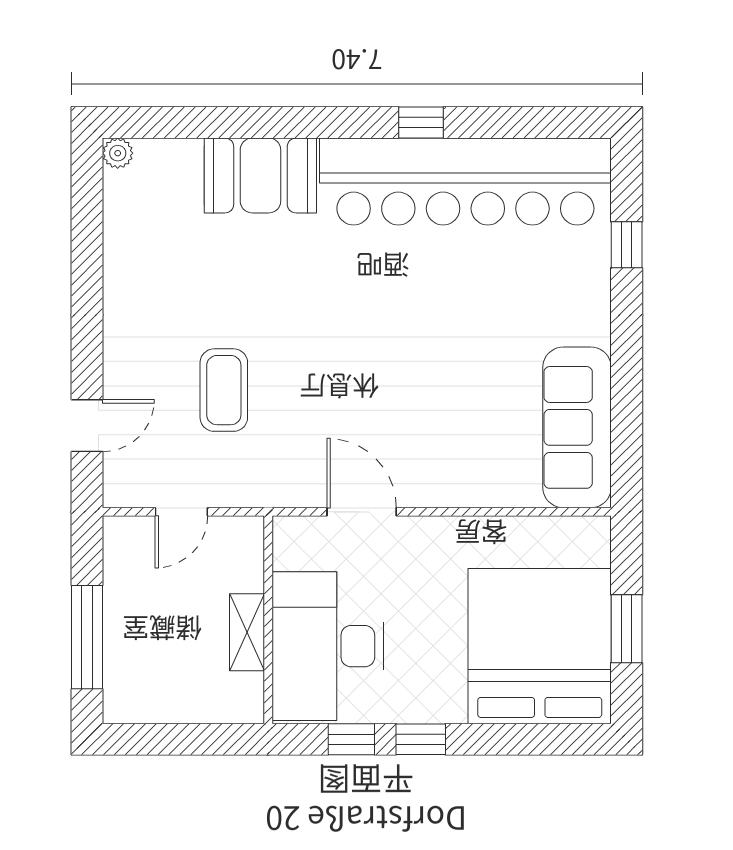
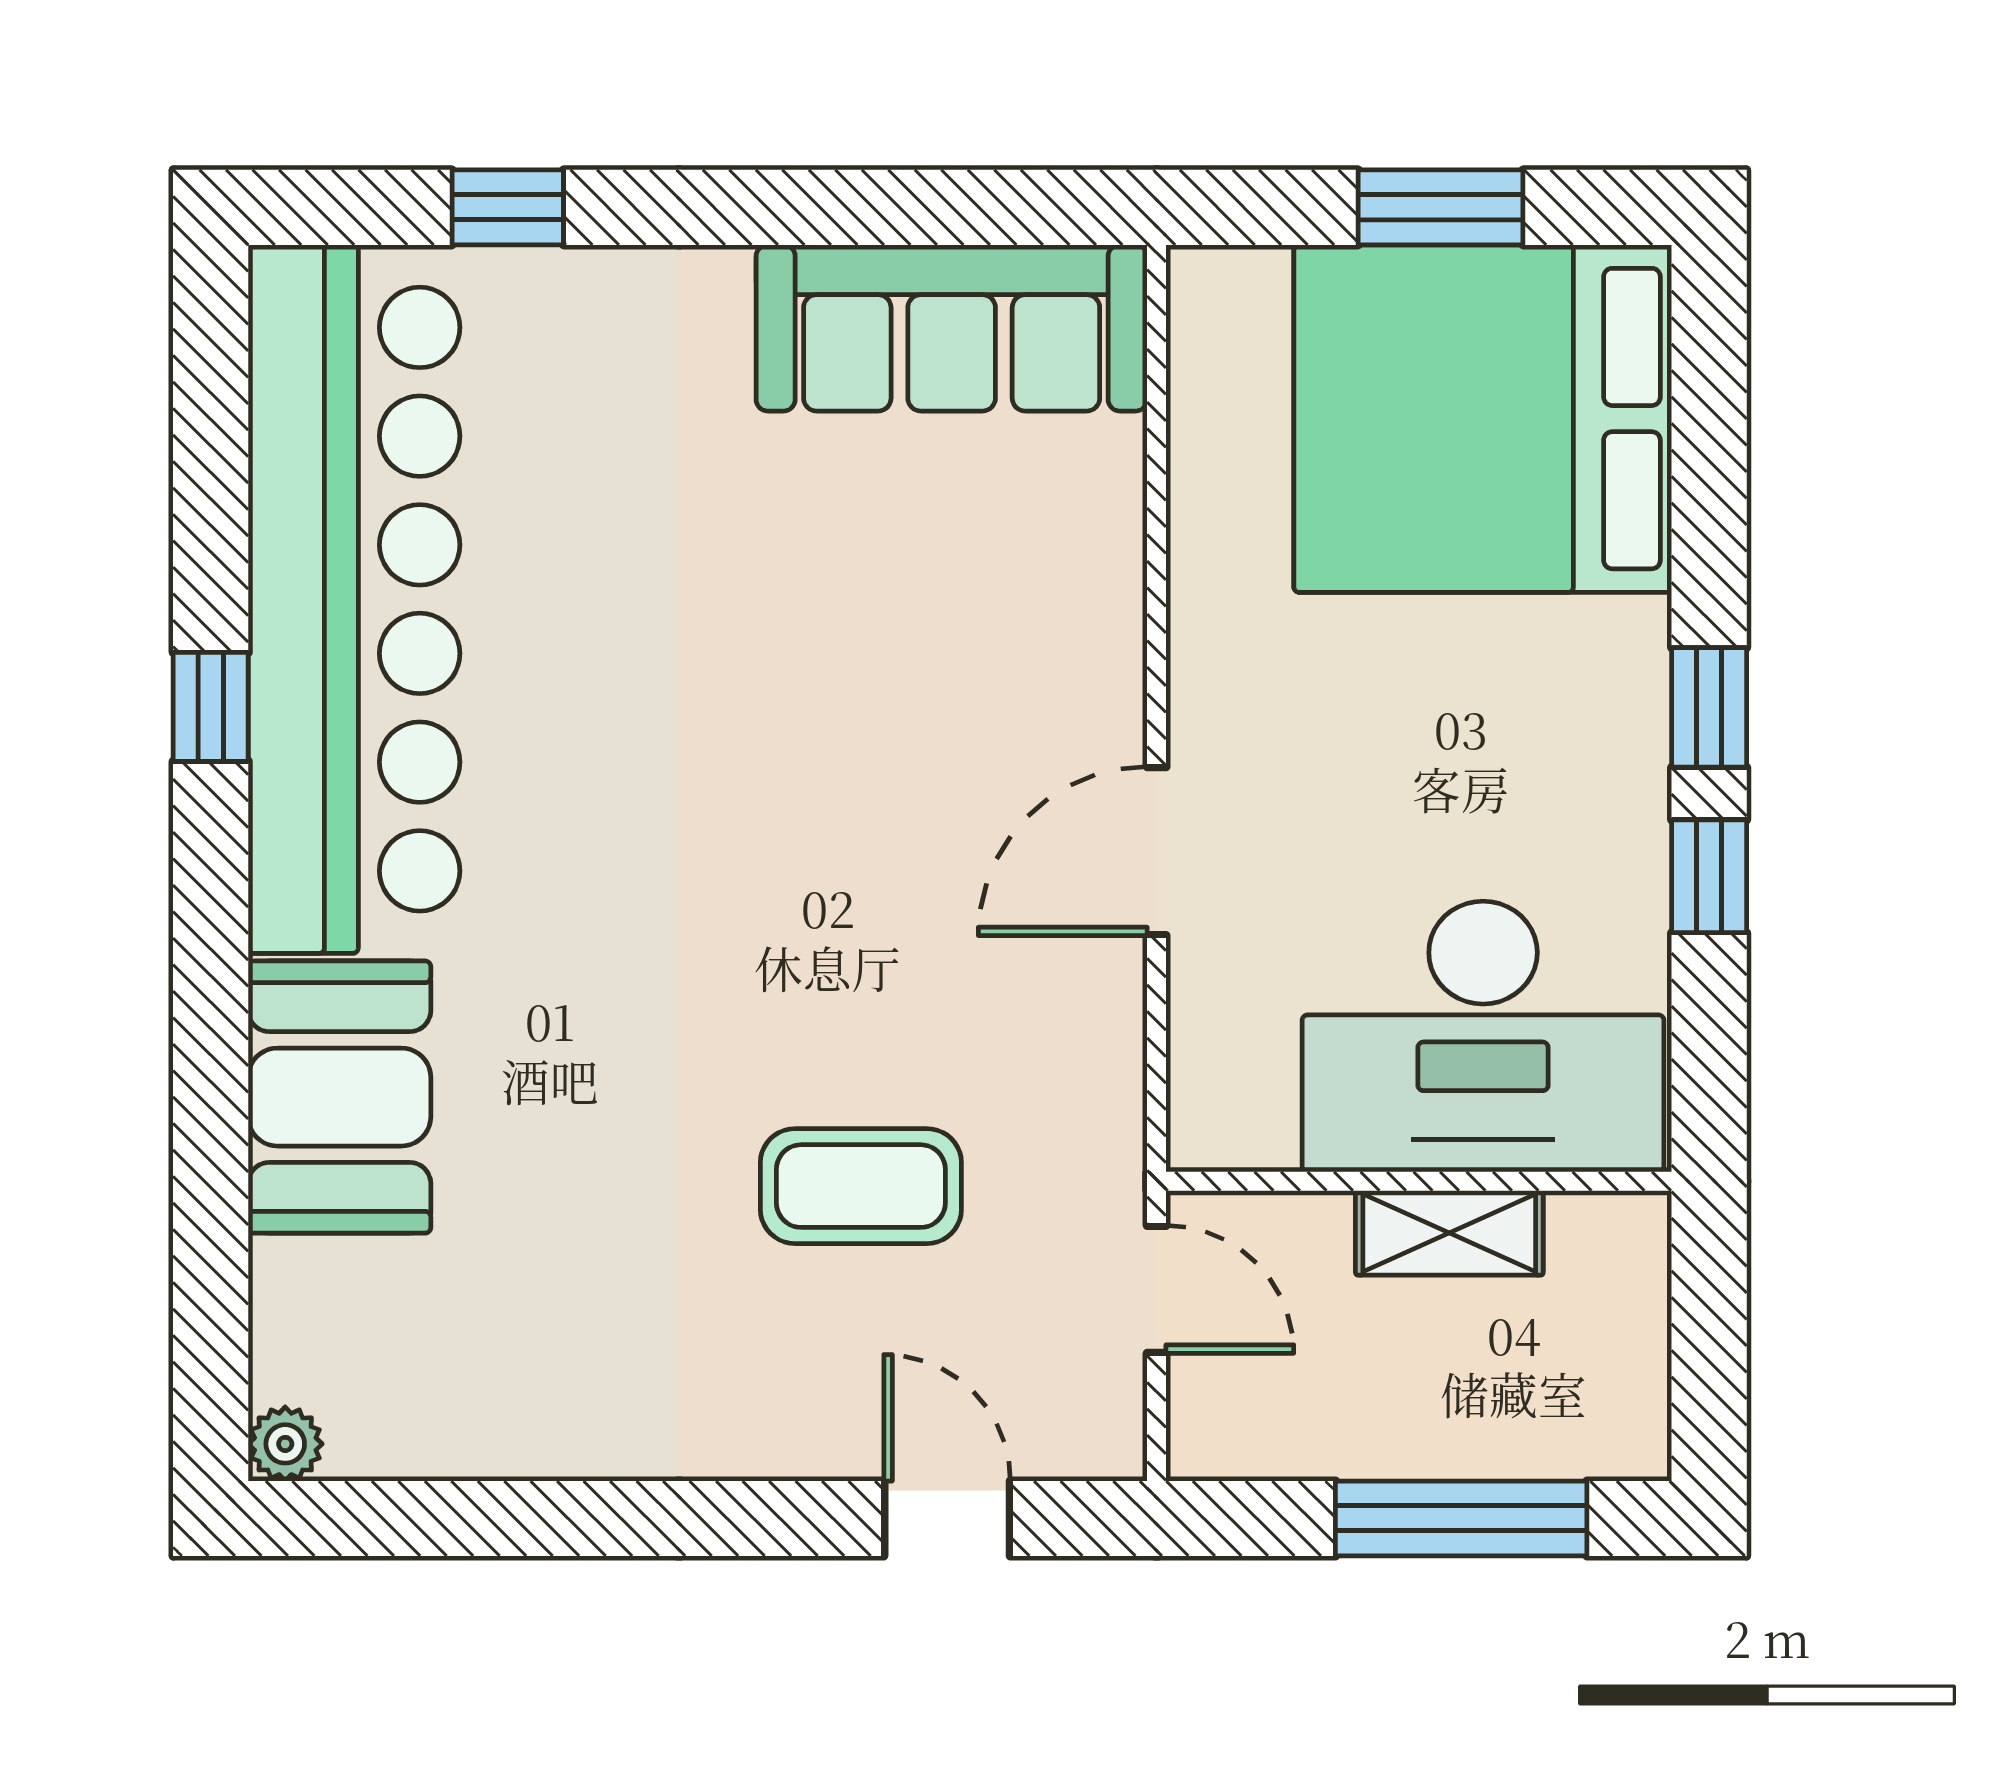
wall: (268, 620) -> (1419, 1181), moved
shelving: (247, 632) -> (1449, 1233), moved
desk: (328, 646) -> (1483, 1037), moved

